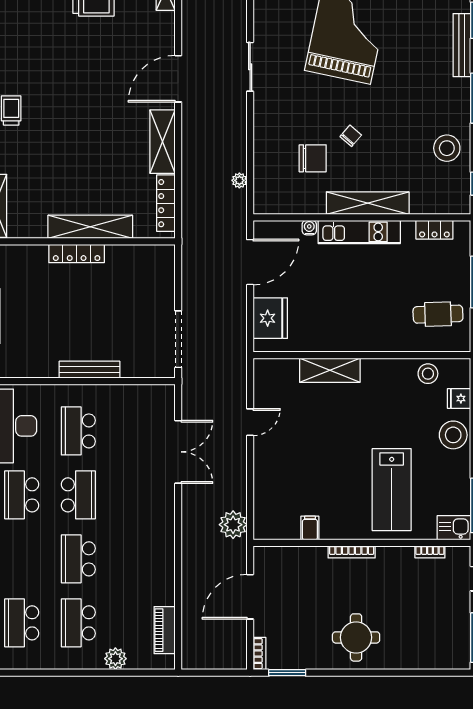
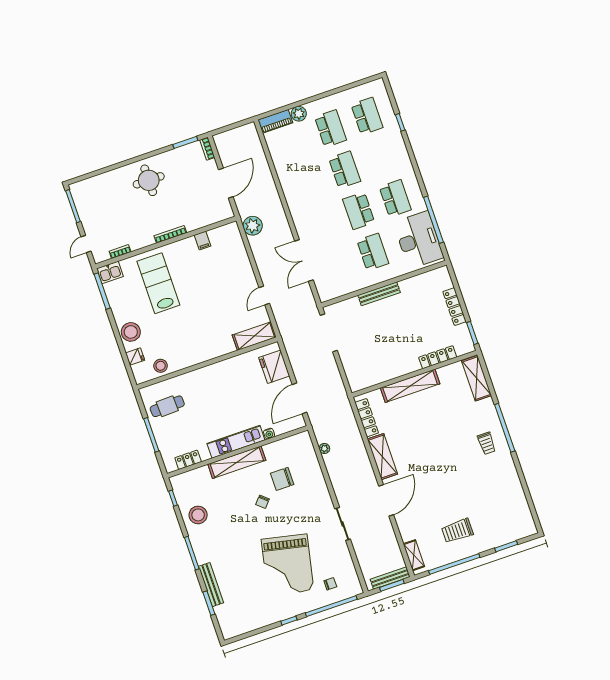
locker: (77, 254) -> (438, 357), moved
shelving: (330, 370) -> (254, 336), moved
piano: (165, 630) -> (275, 121), moved, turned 90

